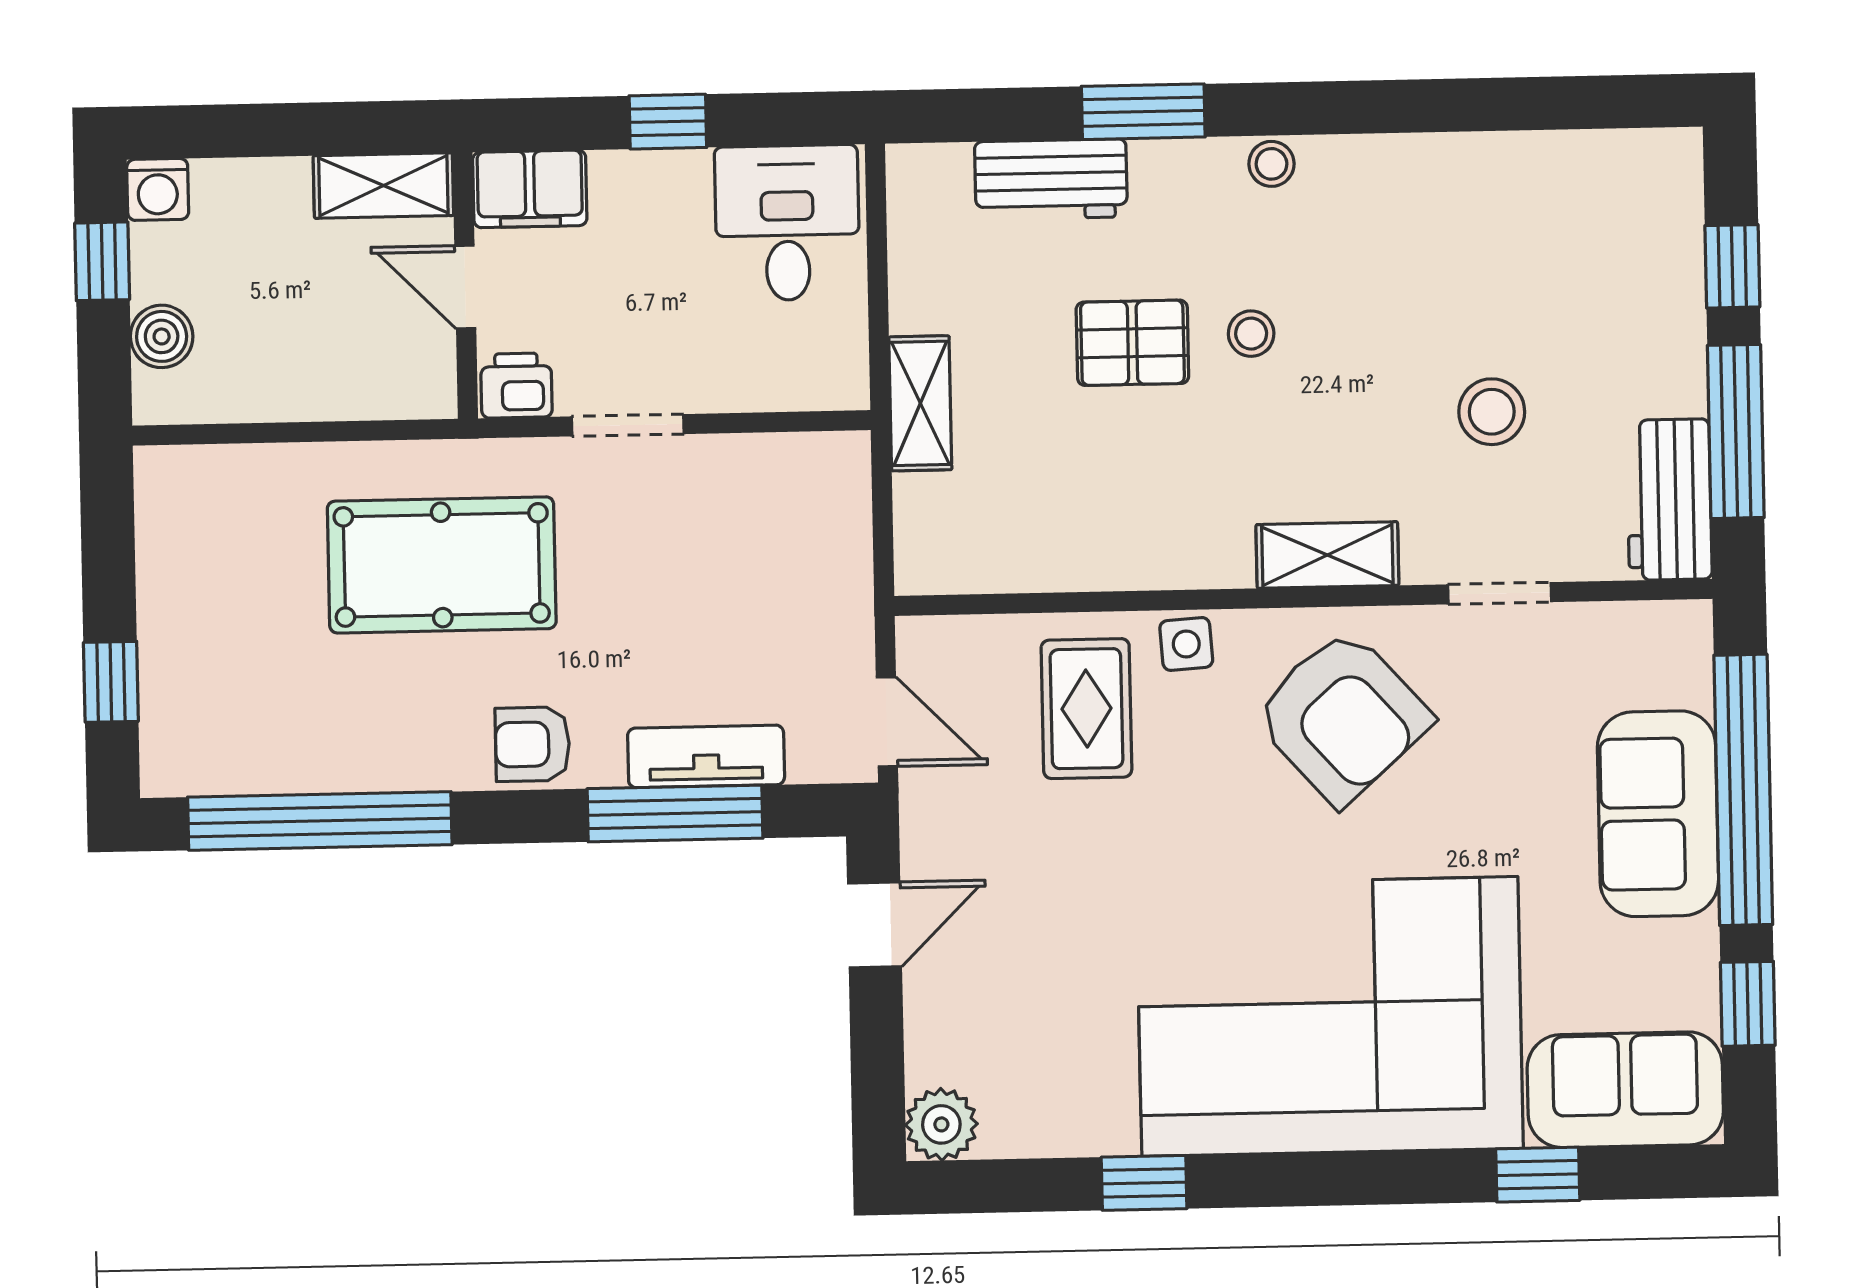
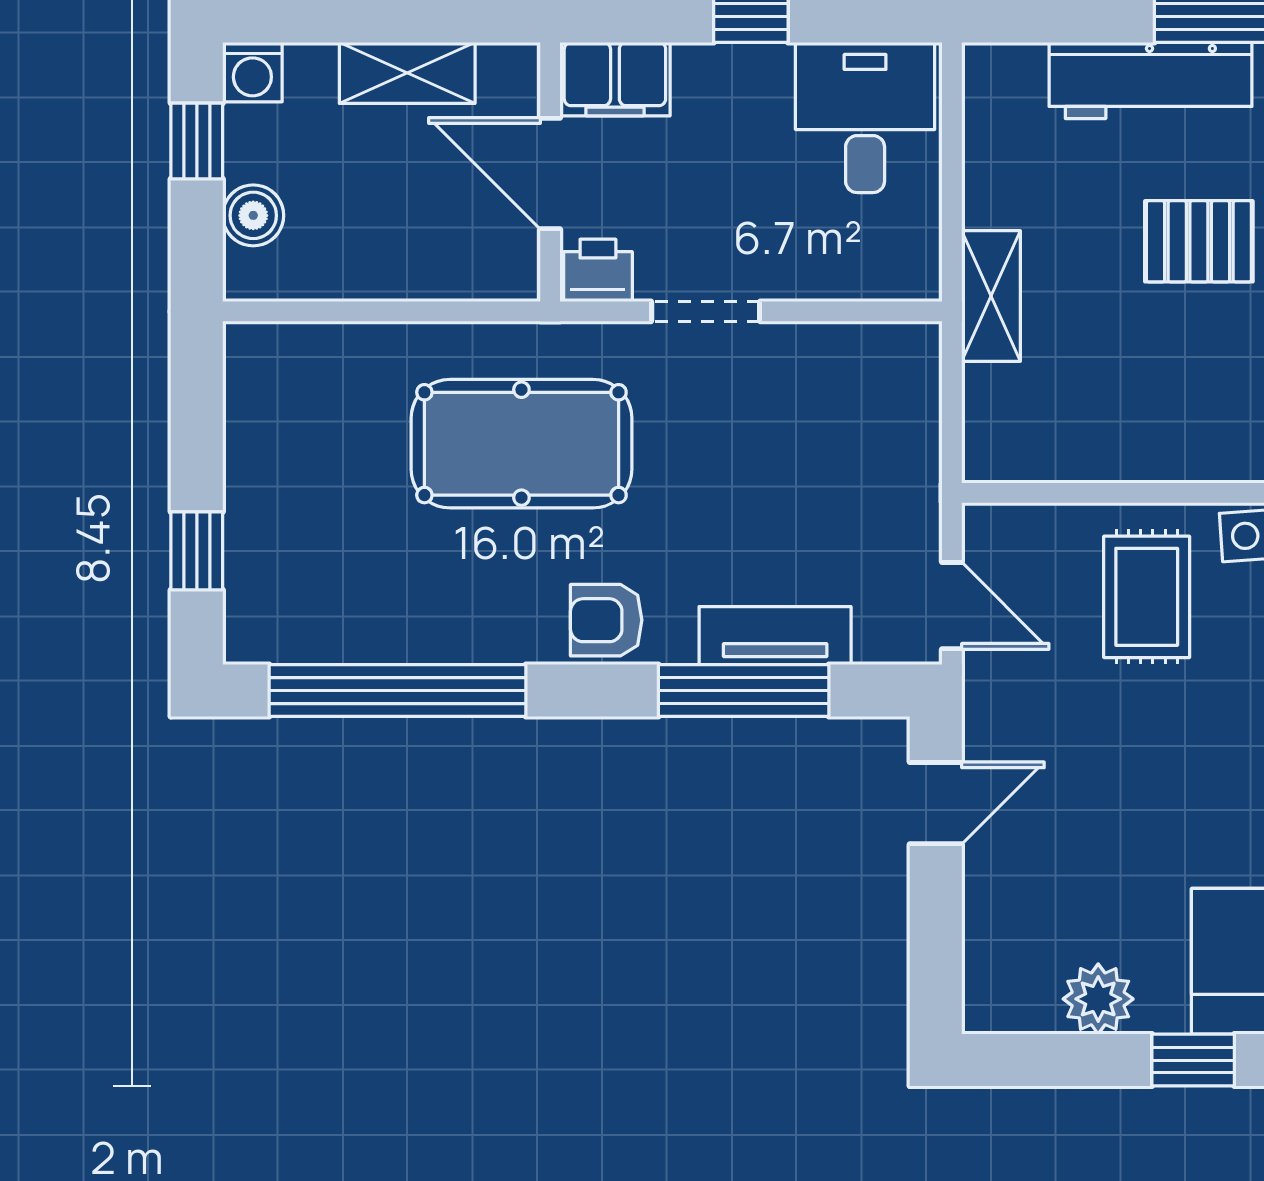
workbench: (1051, 179) -> (1151, 81), width x1.38
shelving: (383, 186) -> (407, 73), moved
door: (465, 287) -> (550, 173), width x1.38
plant: (941, 1124) -> (1098, 999), moved

